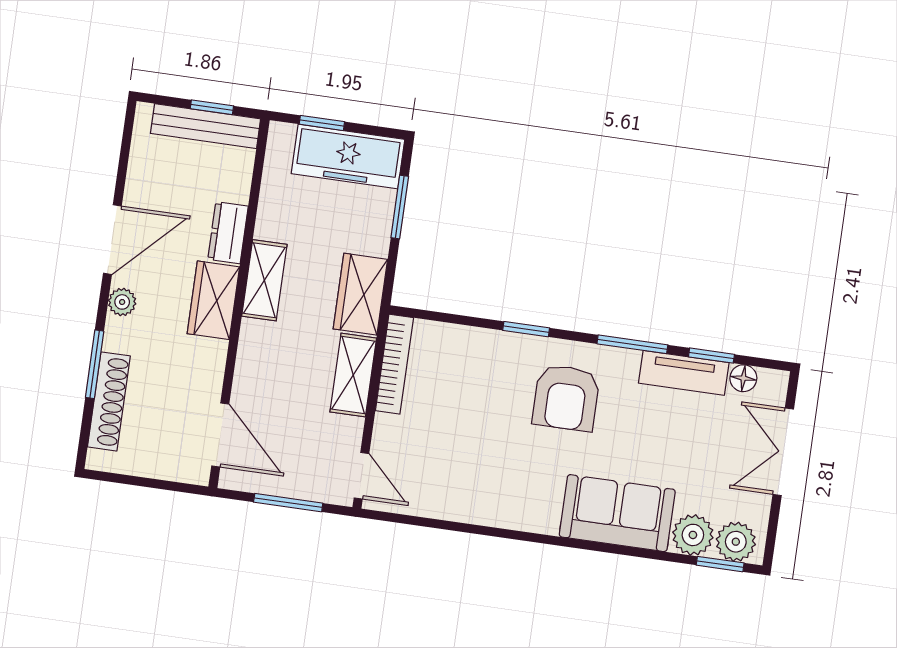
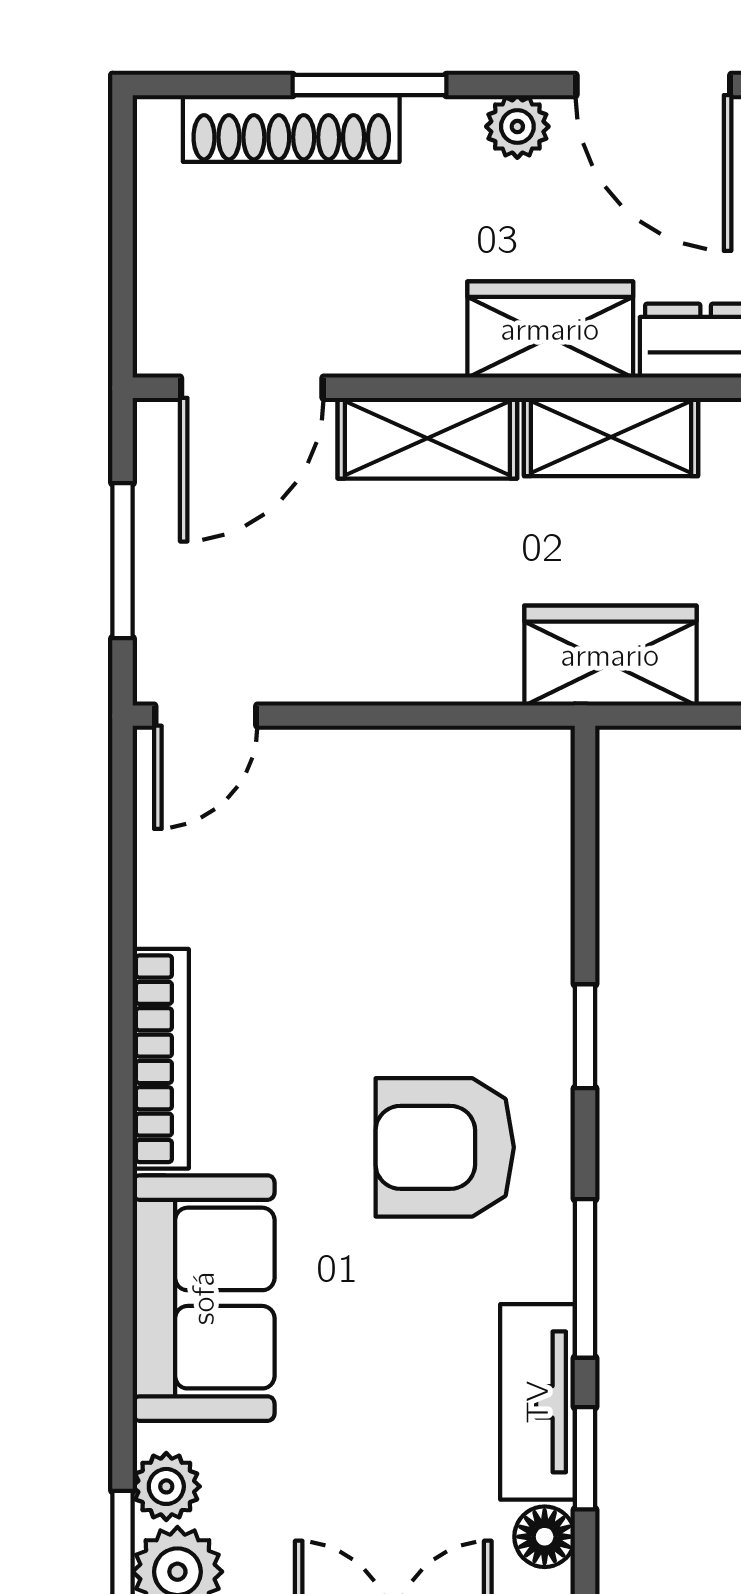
bookcase: (394, 364) -> (161, 1059), moved, turned -90
shelving: (353, 375) -> (427, 438), moved
plant: (693, 535) -> (166, 1486), width x0.73, depth x0.73

